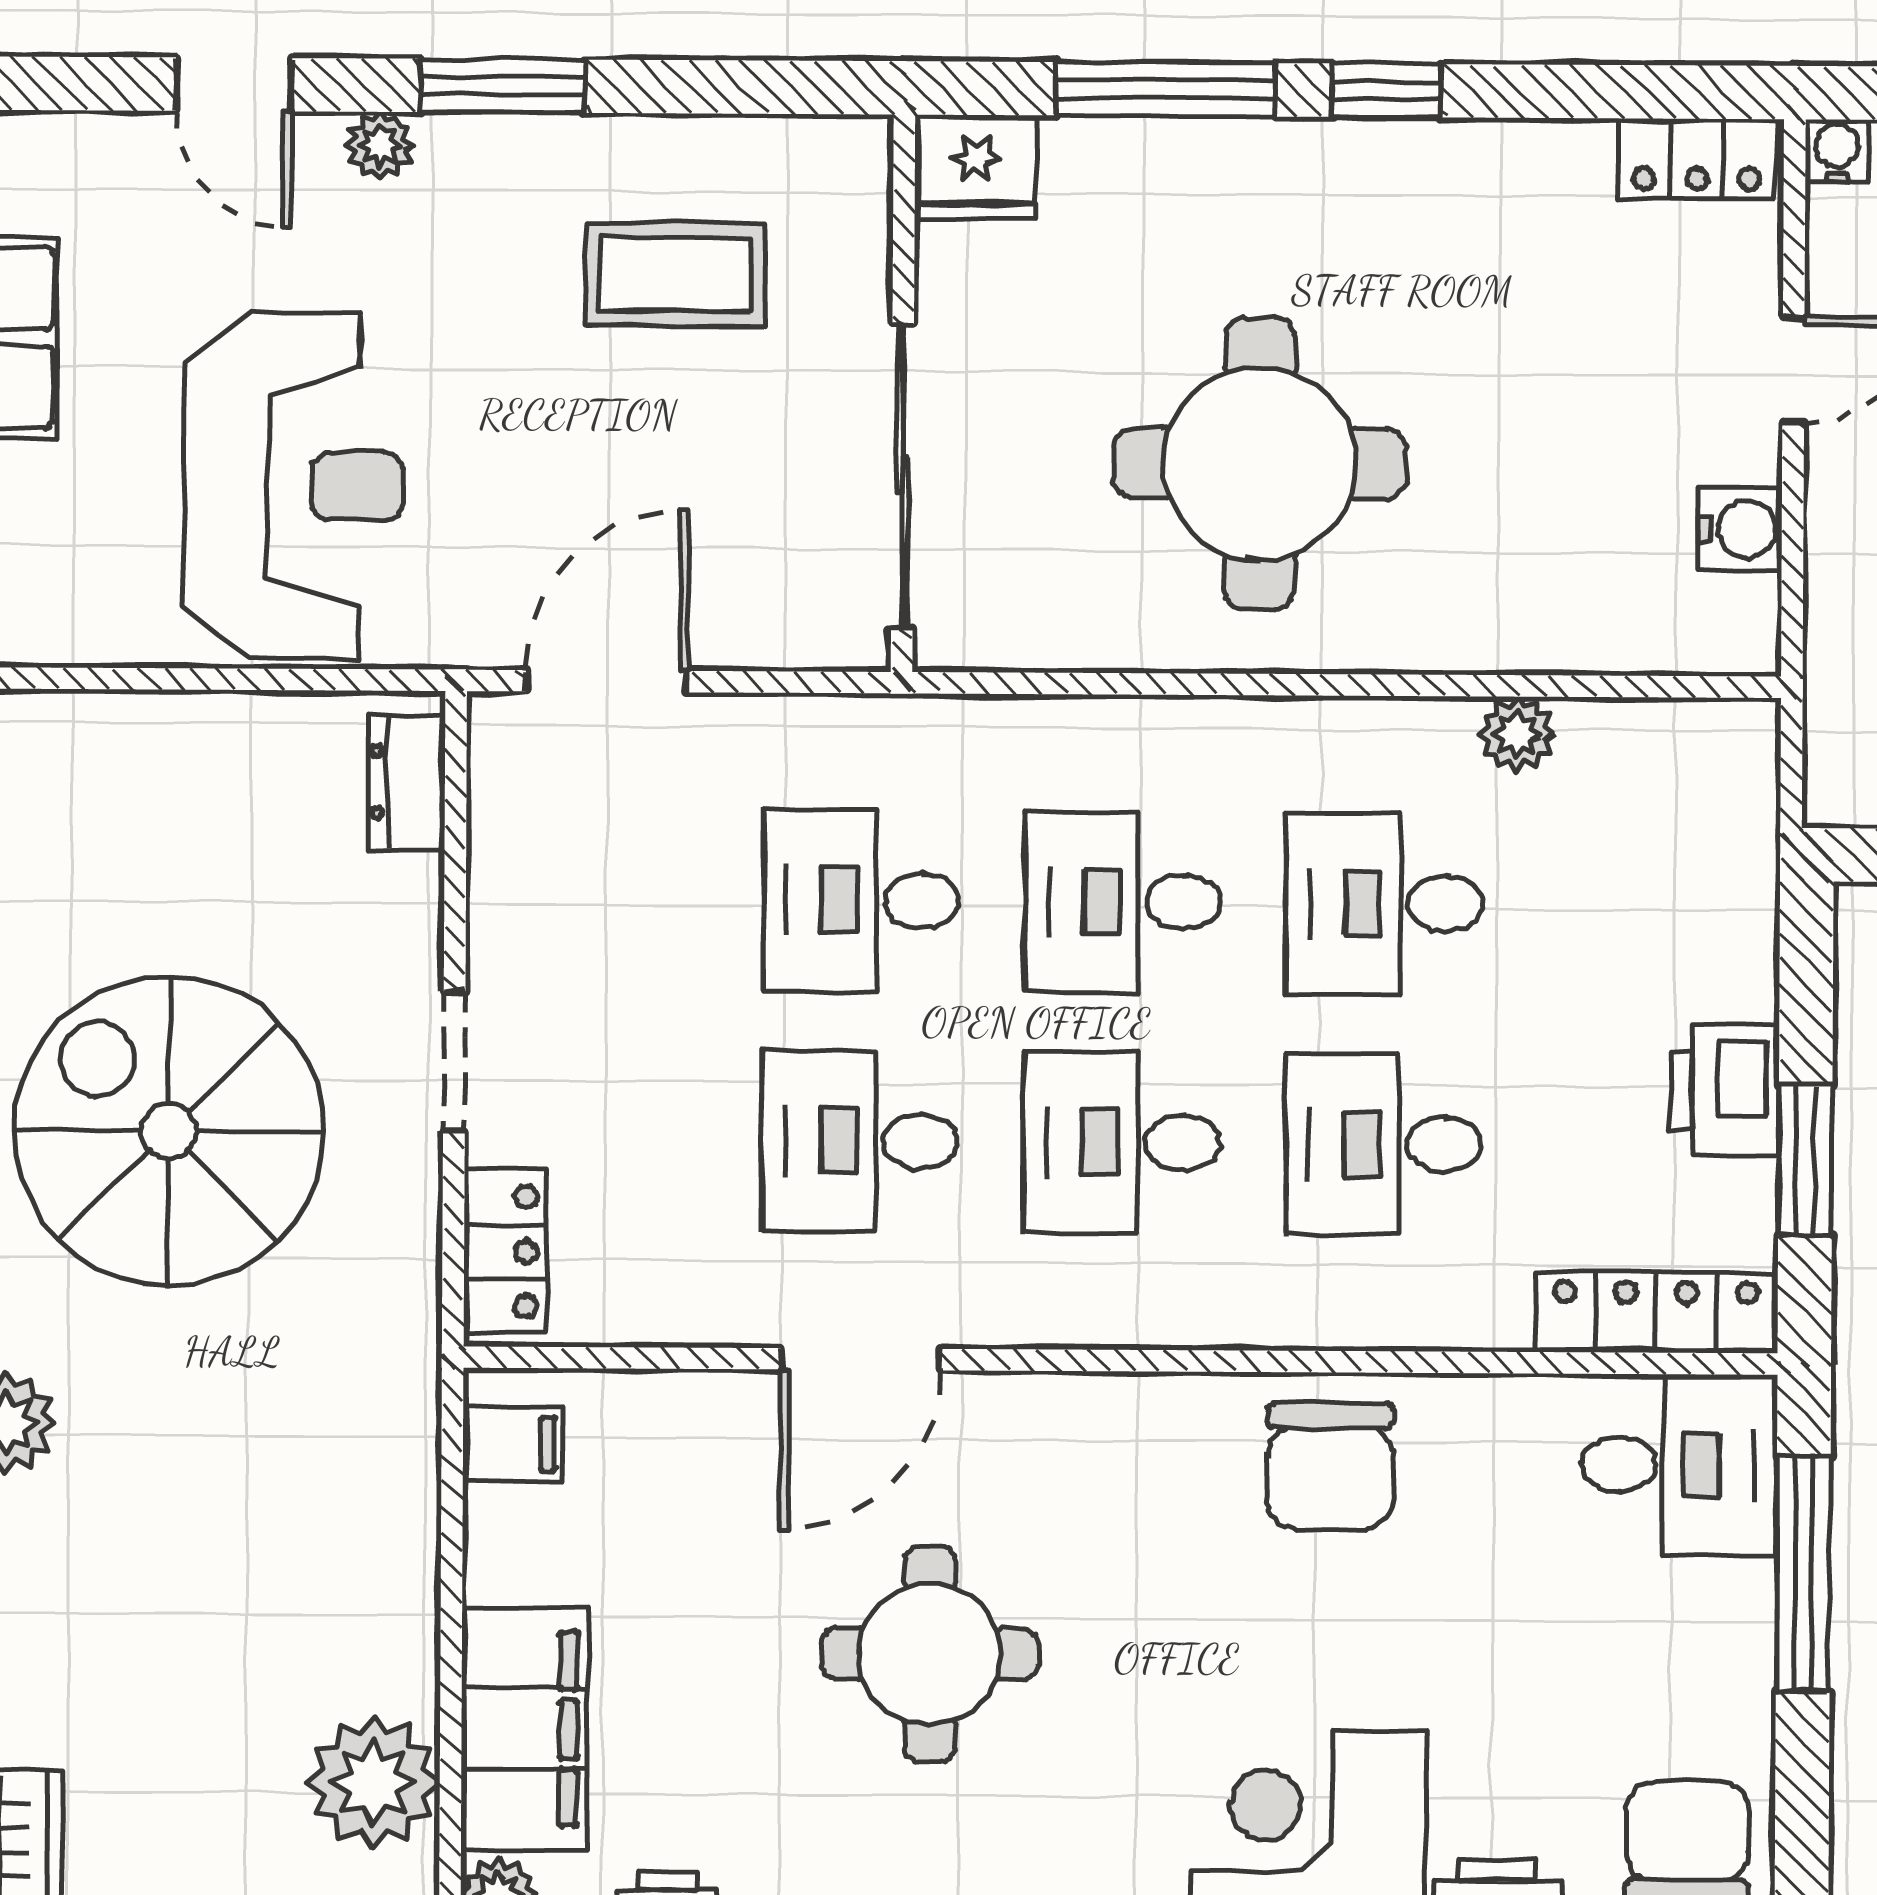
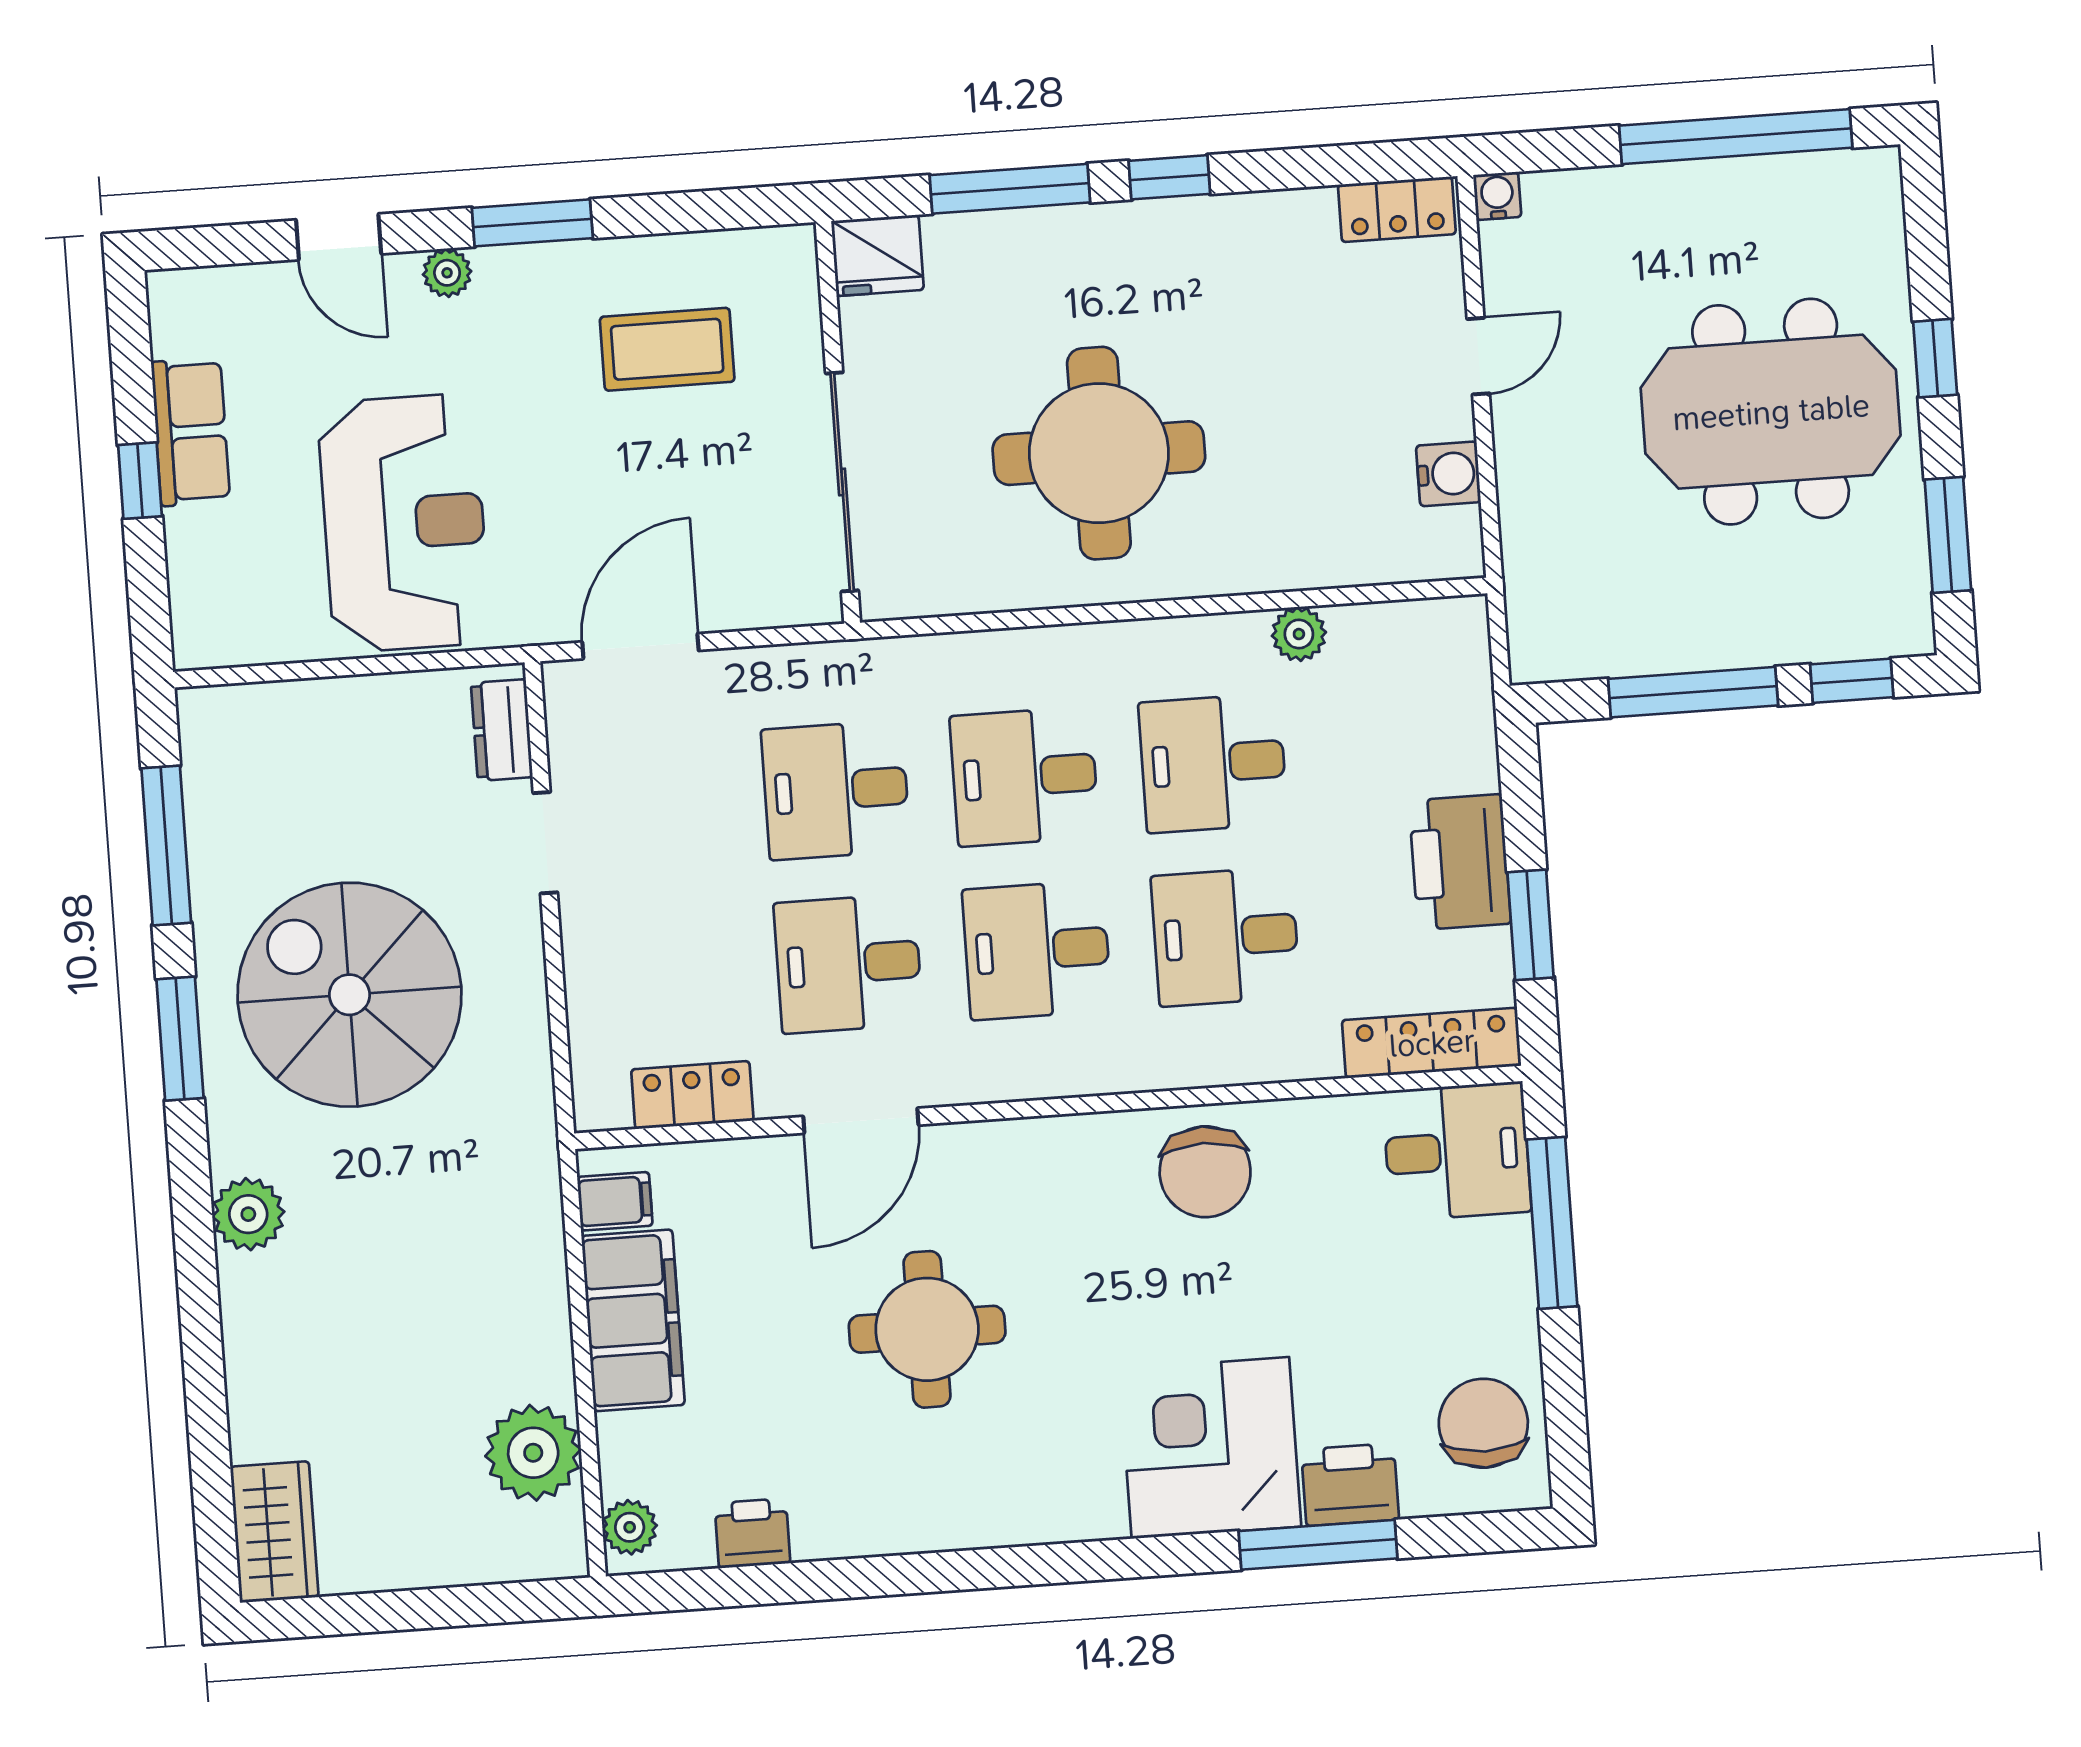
doorway: (454, 1062) -> (545, 843), moved
printer: (1725, 1090) -> (1460, 862), width x1.37, depth x1.19
locker: (505, 1251) -> (692, 1095), moved, turned -90
filing cabinet: (525, 1729) -> (633, 1320), moved

